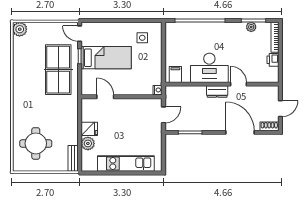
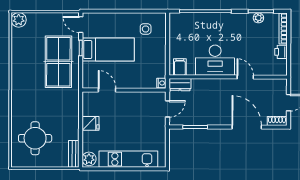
dresser: (217, 91) -> (180, 85), moved
plant: (88, 143) -> (89, 159), moved

